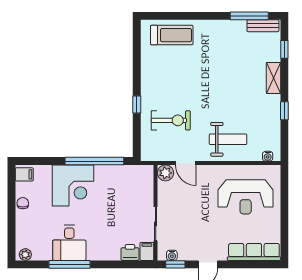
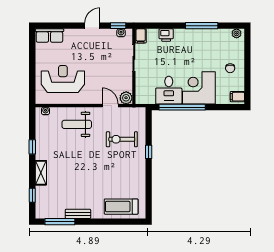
bench: (263, 26) -> (78, 214), moved
chair: (23, 203) -> (230, 68), moved
desk: (69, 243) -> (169, 90), moved, turned 180
row of seats: (254, 252) -> (49, 36), width x0.68
printer: (130, 253) -> (166, 35), moved

